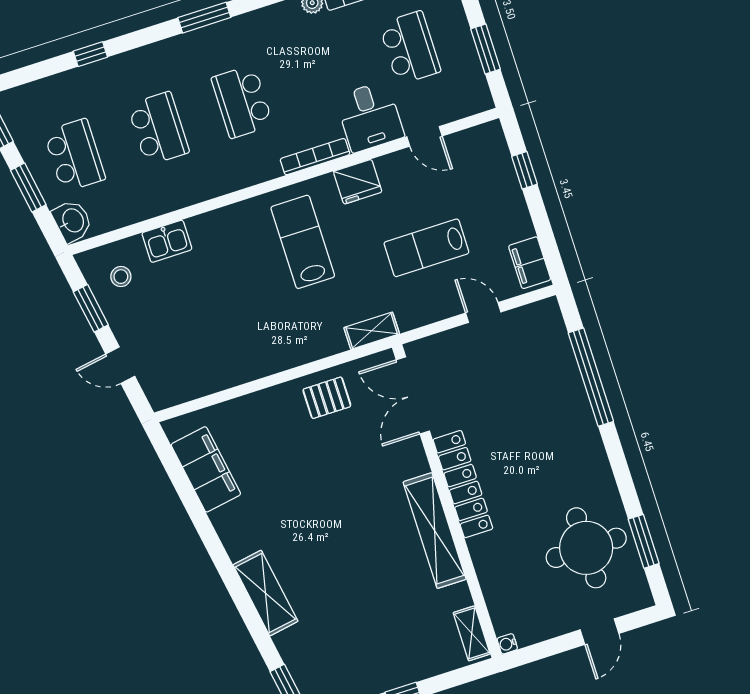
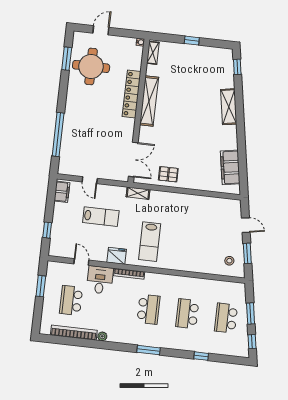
washbasin: (72, 221) -> (239, 292), removed
kitchen sink: (167, 241) -> (204, 267), removed
locker: (463, 484) -> (132, 94), moved

